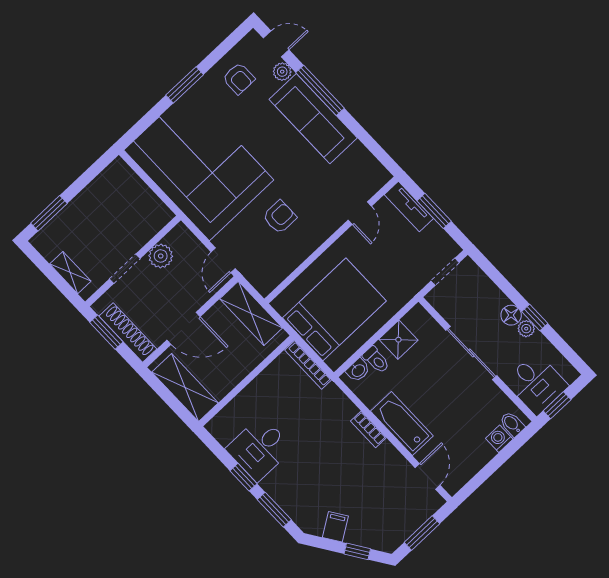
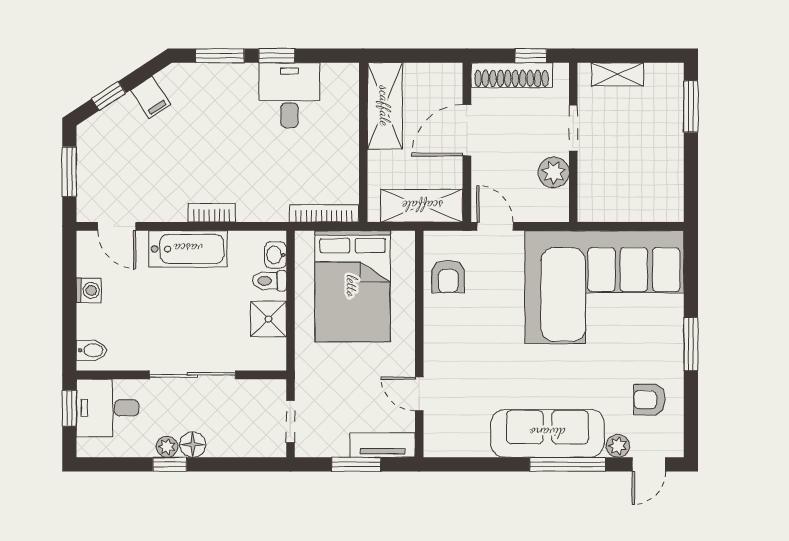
armchair: (280, 217) -> (448, 276), moved
window: (106, 332) -> (531, 56), width x0.67
shelving: (185, 387) -> (385, 106), moved, turned 90
washing machine: (499, 439) -> (89, 290), moved

